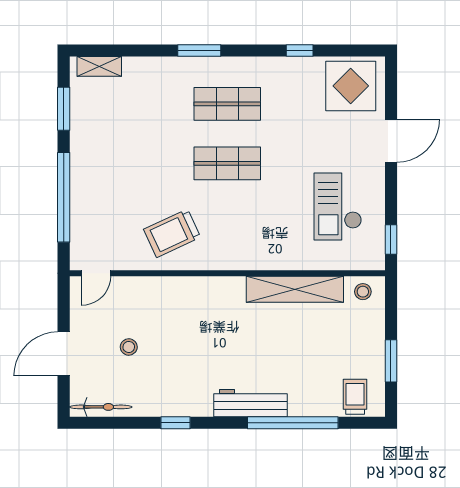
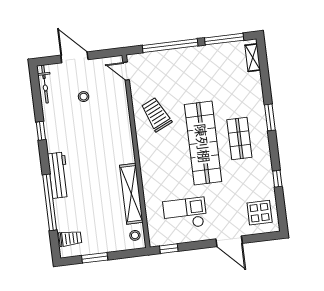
display table: (351, 86) -> (260, 213), width x0.73, depth x0.73
window: (64, 109) -> (224, 39), width x1.44
shop shelf: (227, 163) -> (203, 143), width x2.00, depth x1.36

